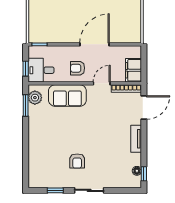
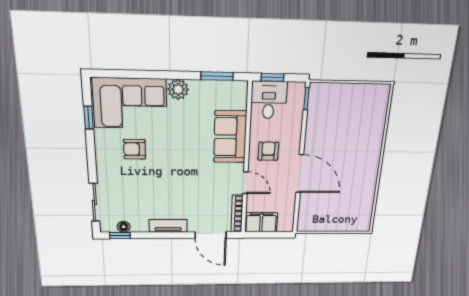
plant: (35, 98) -> (178, 89), moved
corner sofa: (45, 163) -> (130, 103), added
sliding door: (89, 190) -> (94, 202), moved

